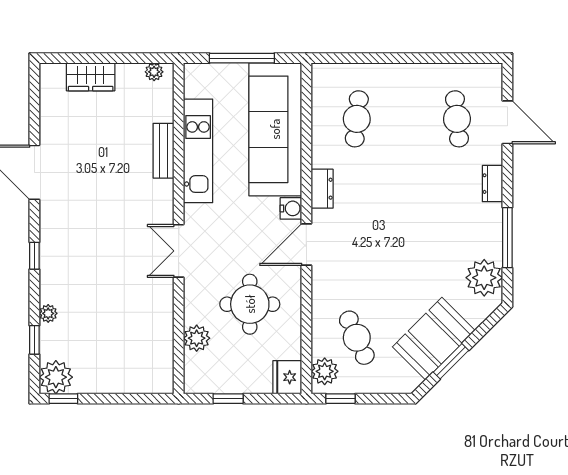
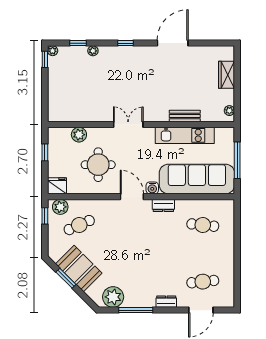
plant: (56, 377) -> (53, 51), width x0.53, depth x0.53

